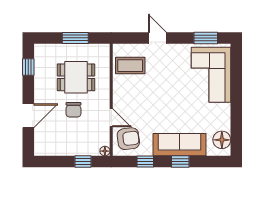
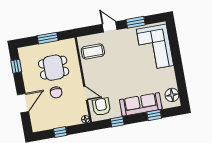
window: (206, 38) -> (136, 22), moved
armchair: (128, 139) -> (101, 107), turned -83
window: (83, 162) -> (60, 132), moved
window: (180, 162) -> (154, 115), moved

